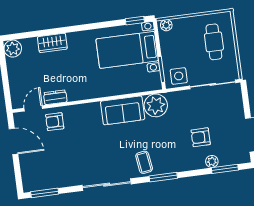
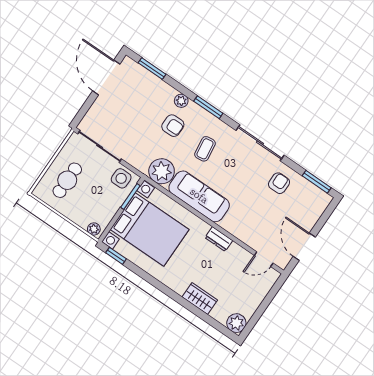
bed with nightstands: (127, 50) -> (150, 229), width x1.36
dresser: (55, 97) -> (219, 239), moved
sofa: (123, 110) -> (199, 196), width x1.36
armchair: (55, 122) -> (279, 183), moved, turned -90
armchair: (201, 137) -> (173, 126), moved
plant: (212, 161) -> (181, 101), moved
coffee table: (144, 162) -> (205, 149), moved

